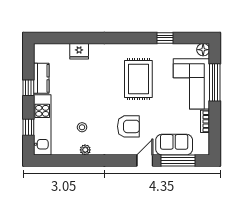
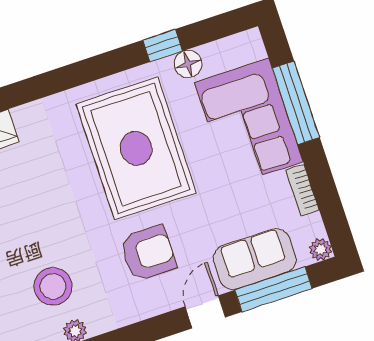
floor lamp: (203, 50) -> (188, 64), moved
rug: (138, 79) -> (136, 148), width x1.37, depth x1.44
stool: (82, 127) -> (53, 286), width x1.89, depth x1.89
plant: (204, 150) -> (320, 249), added

